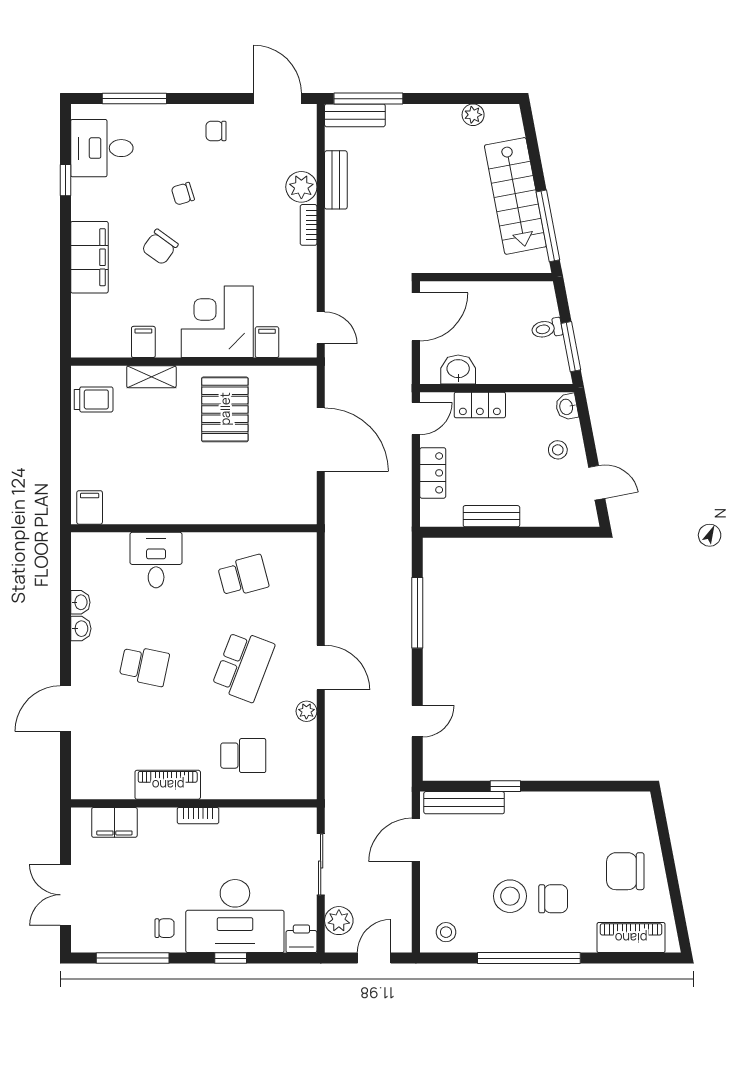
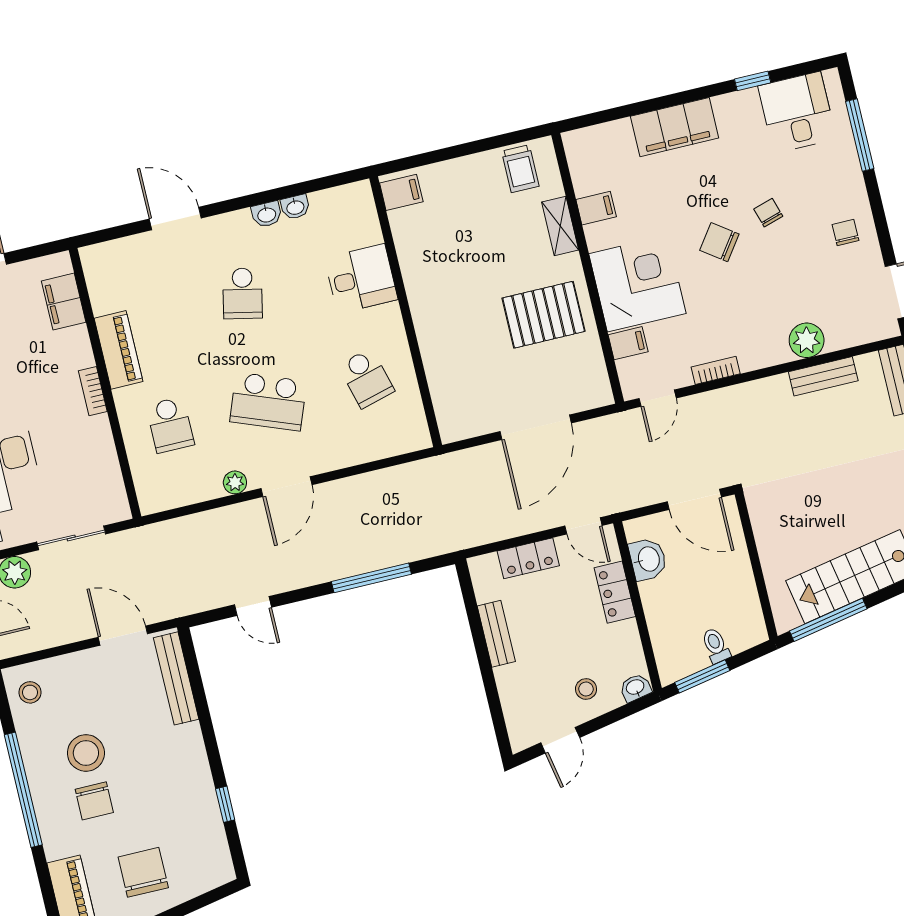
bookcase: (309, 225) -> (716, 370), moved
chair: (160, 247) -> (719, 242), moved
window: (505, 786) -> (225, 804), moved

